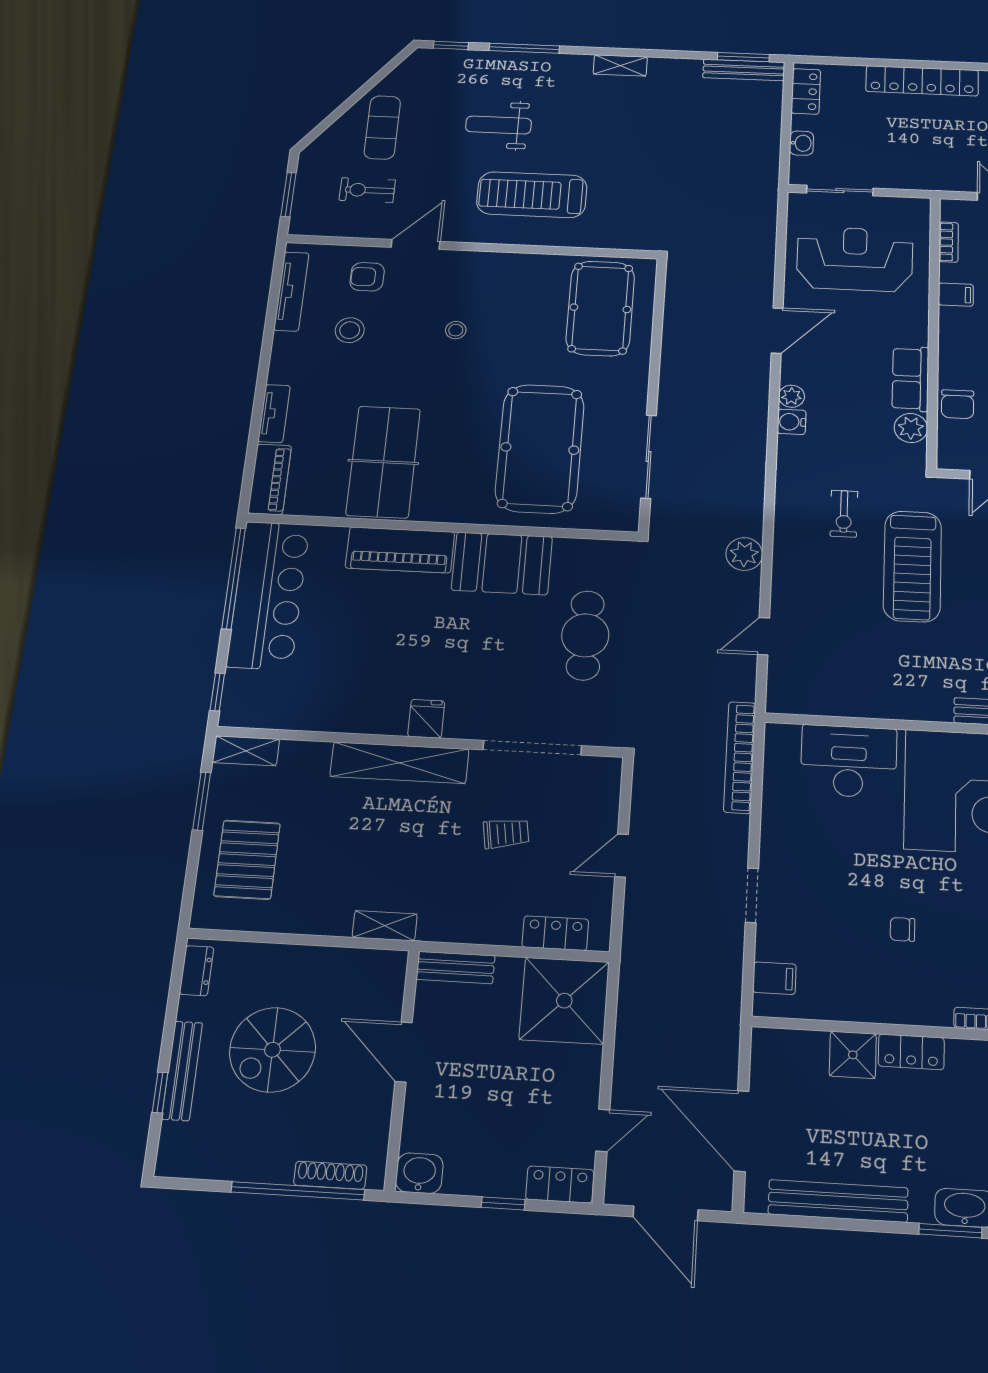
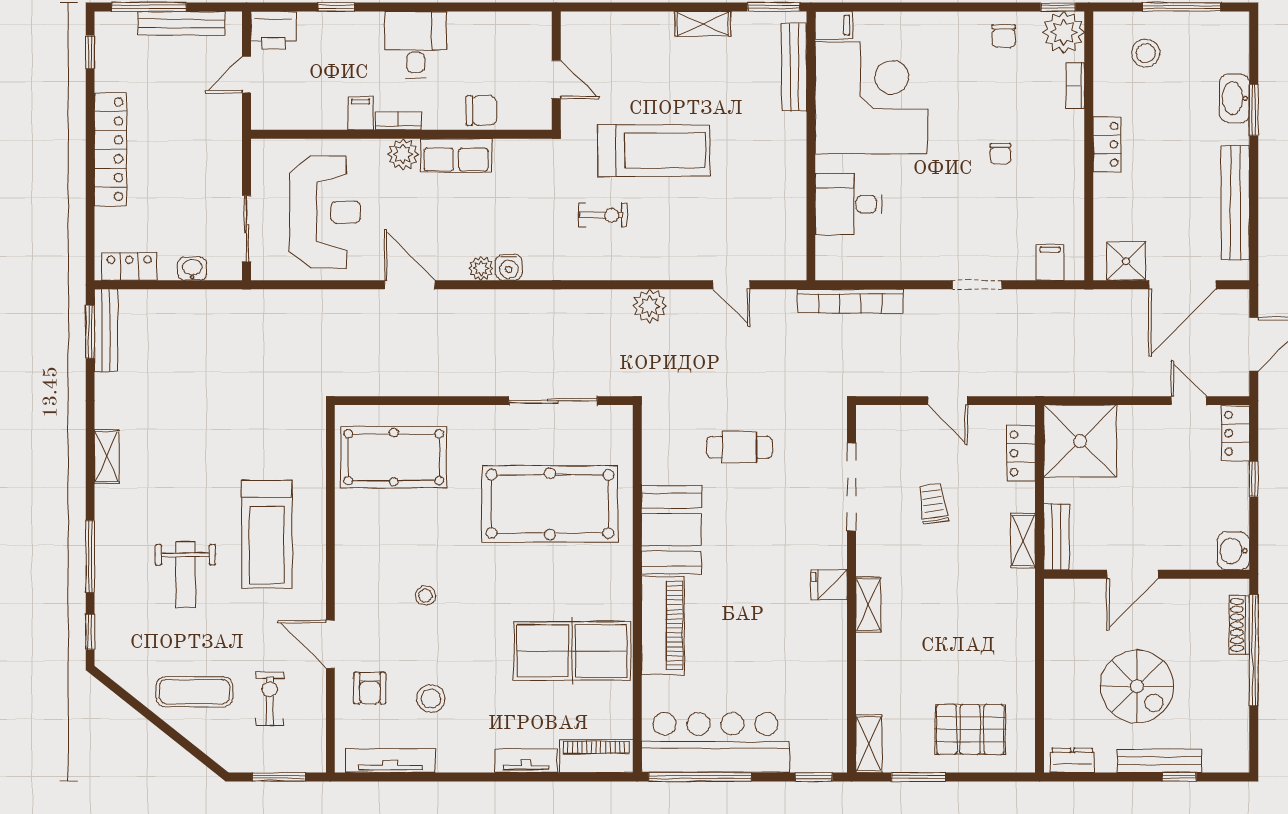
exercise bike: (367, 190) -> (270, 699), turned 180
bookcase: (949, 242) -> (398, 121), moved
reception desk: (855, 259) -> (325, 212), turned 180
plant: (911, 428) -> (403, 154), moved
cafe table: (585, 635) -> (740, 447), width x0.73, depth x0.74
desk: (849, 761) -> (848, 204), width x0.73
shelving: (399, 763) -> (868, 605), width x0.45, depth x0.75
shelving: (385, 926) -> (1023, 541), moved
shower: (853, 1055) -> (1126, 261), moved

